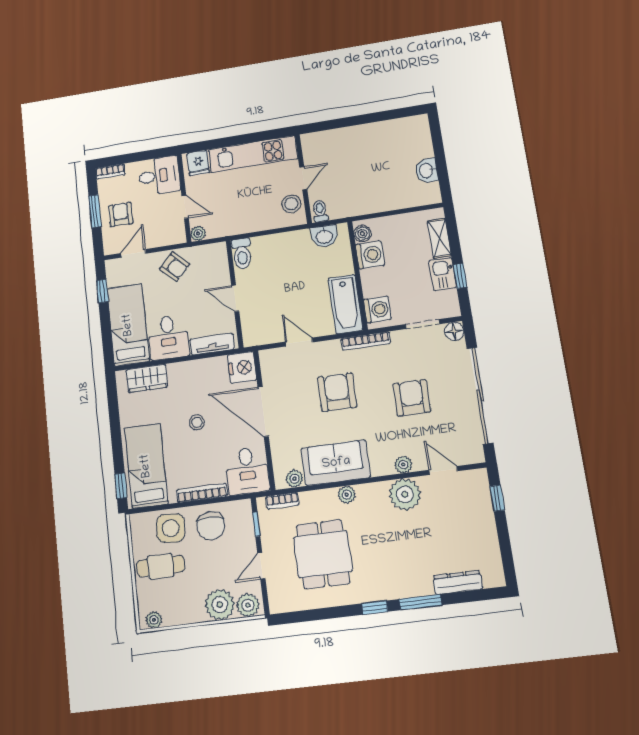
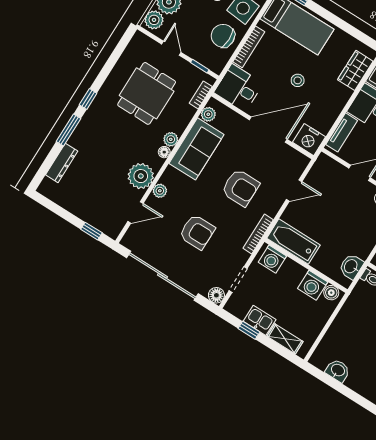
floor lamp: (364, 491) -> (164, 152), added
dining table: (323, 554) -> (147, 93), turned 90

